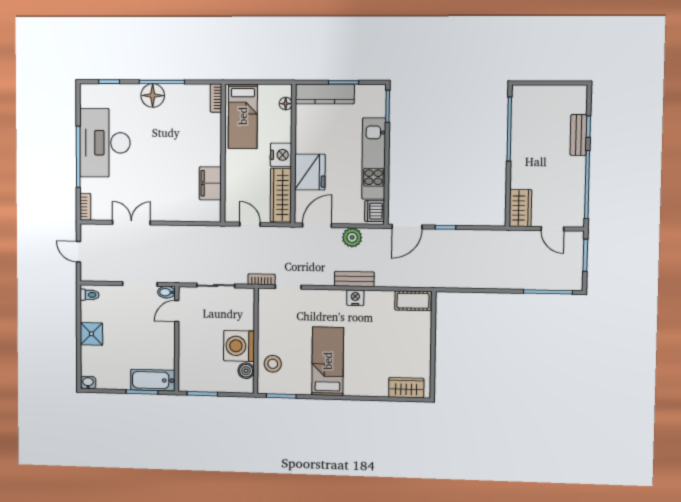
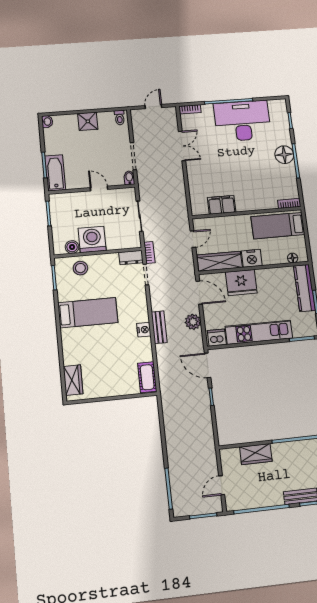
wardrobe: (520, 208) -> (256, 454), moved
dresser: (266, 302) -> (131, 258), added
door: (177, 311) -> (99, 188), moved

